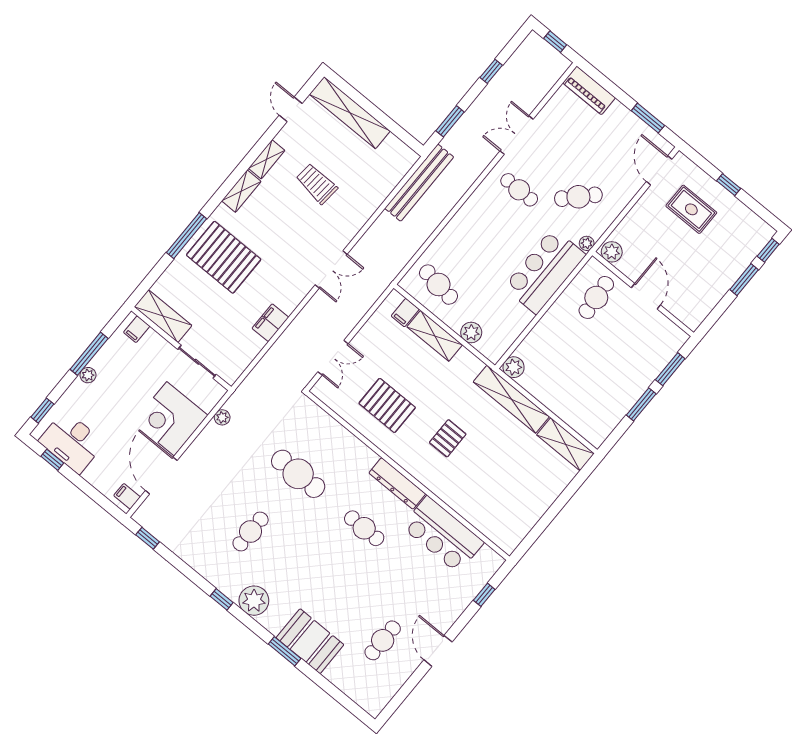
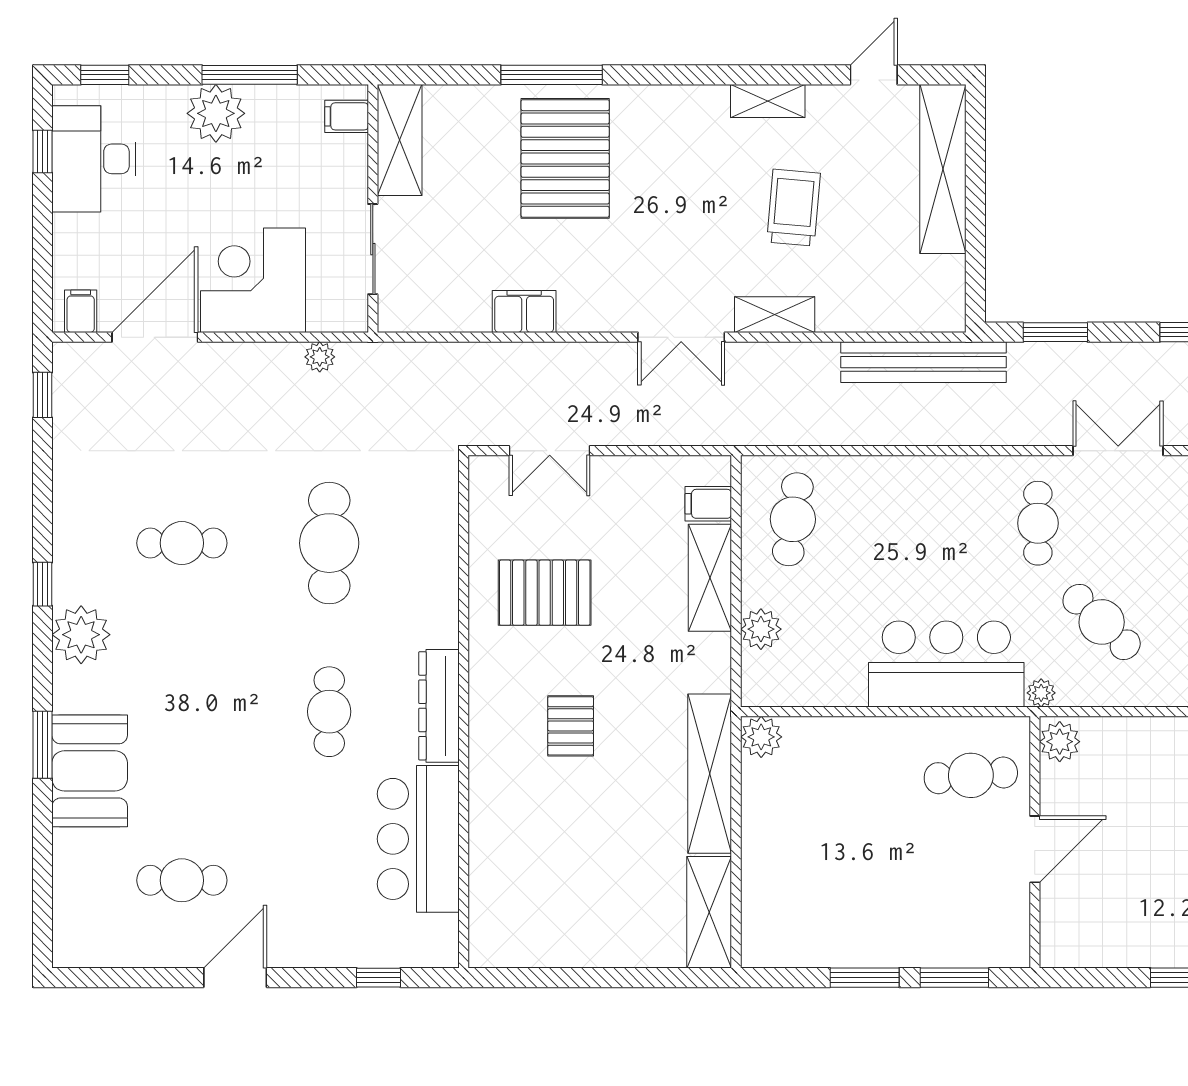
shelving: (241, 191) -> (775, 315), moved
plant: (88, 375) -> (216, 113), width x1.87, depth x1.87
pallet: (387, 405) -> (545, 593), turned 90
pallet: (448, 438) -> (571, 726), turned 90

